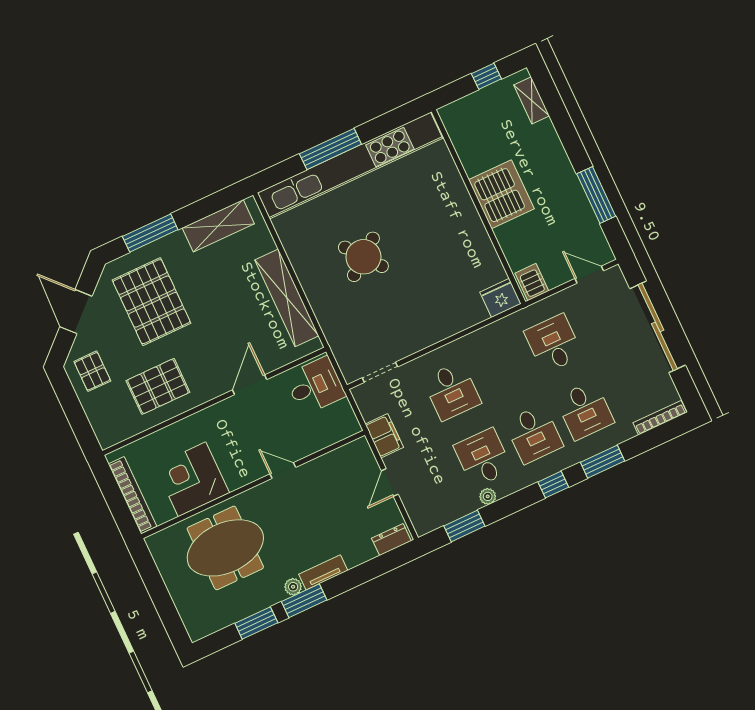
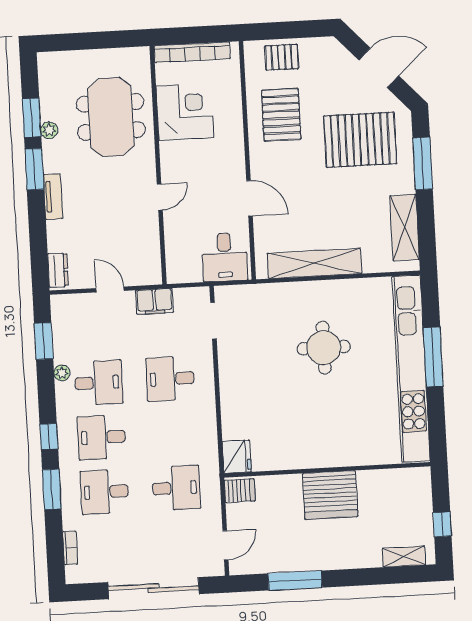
round table: (363, 257) -> (324, 348), turned 38
pallet: (92, 371) -> (282, 57), moved
bookcase: (660, 418) -> (70, 548), width x0.64
plant: (293, 587) -> (49, 130), moved

